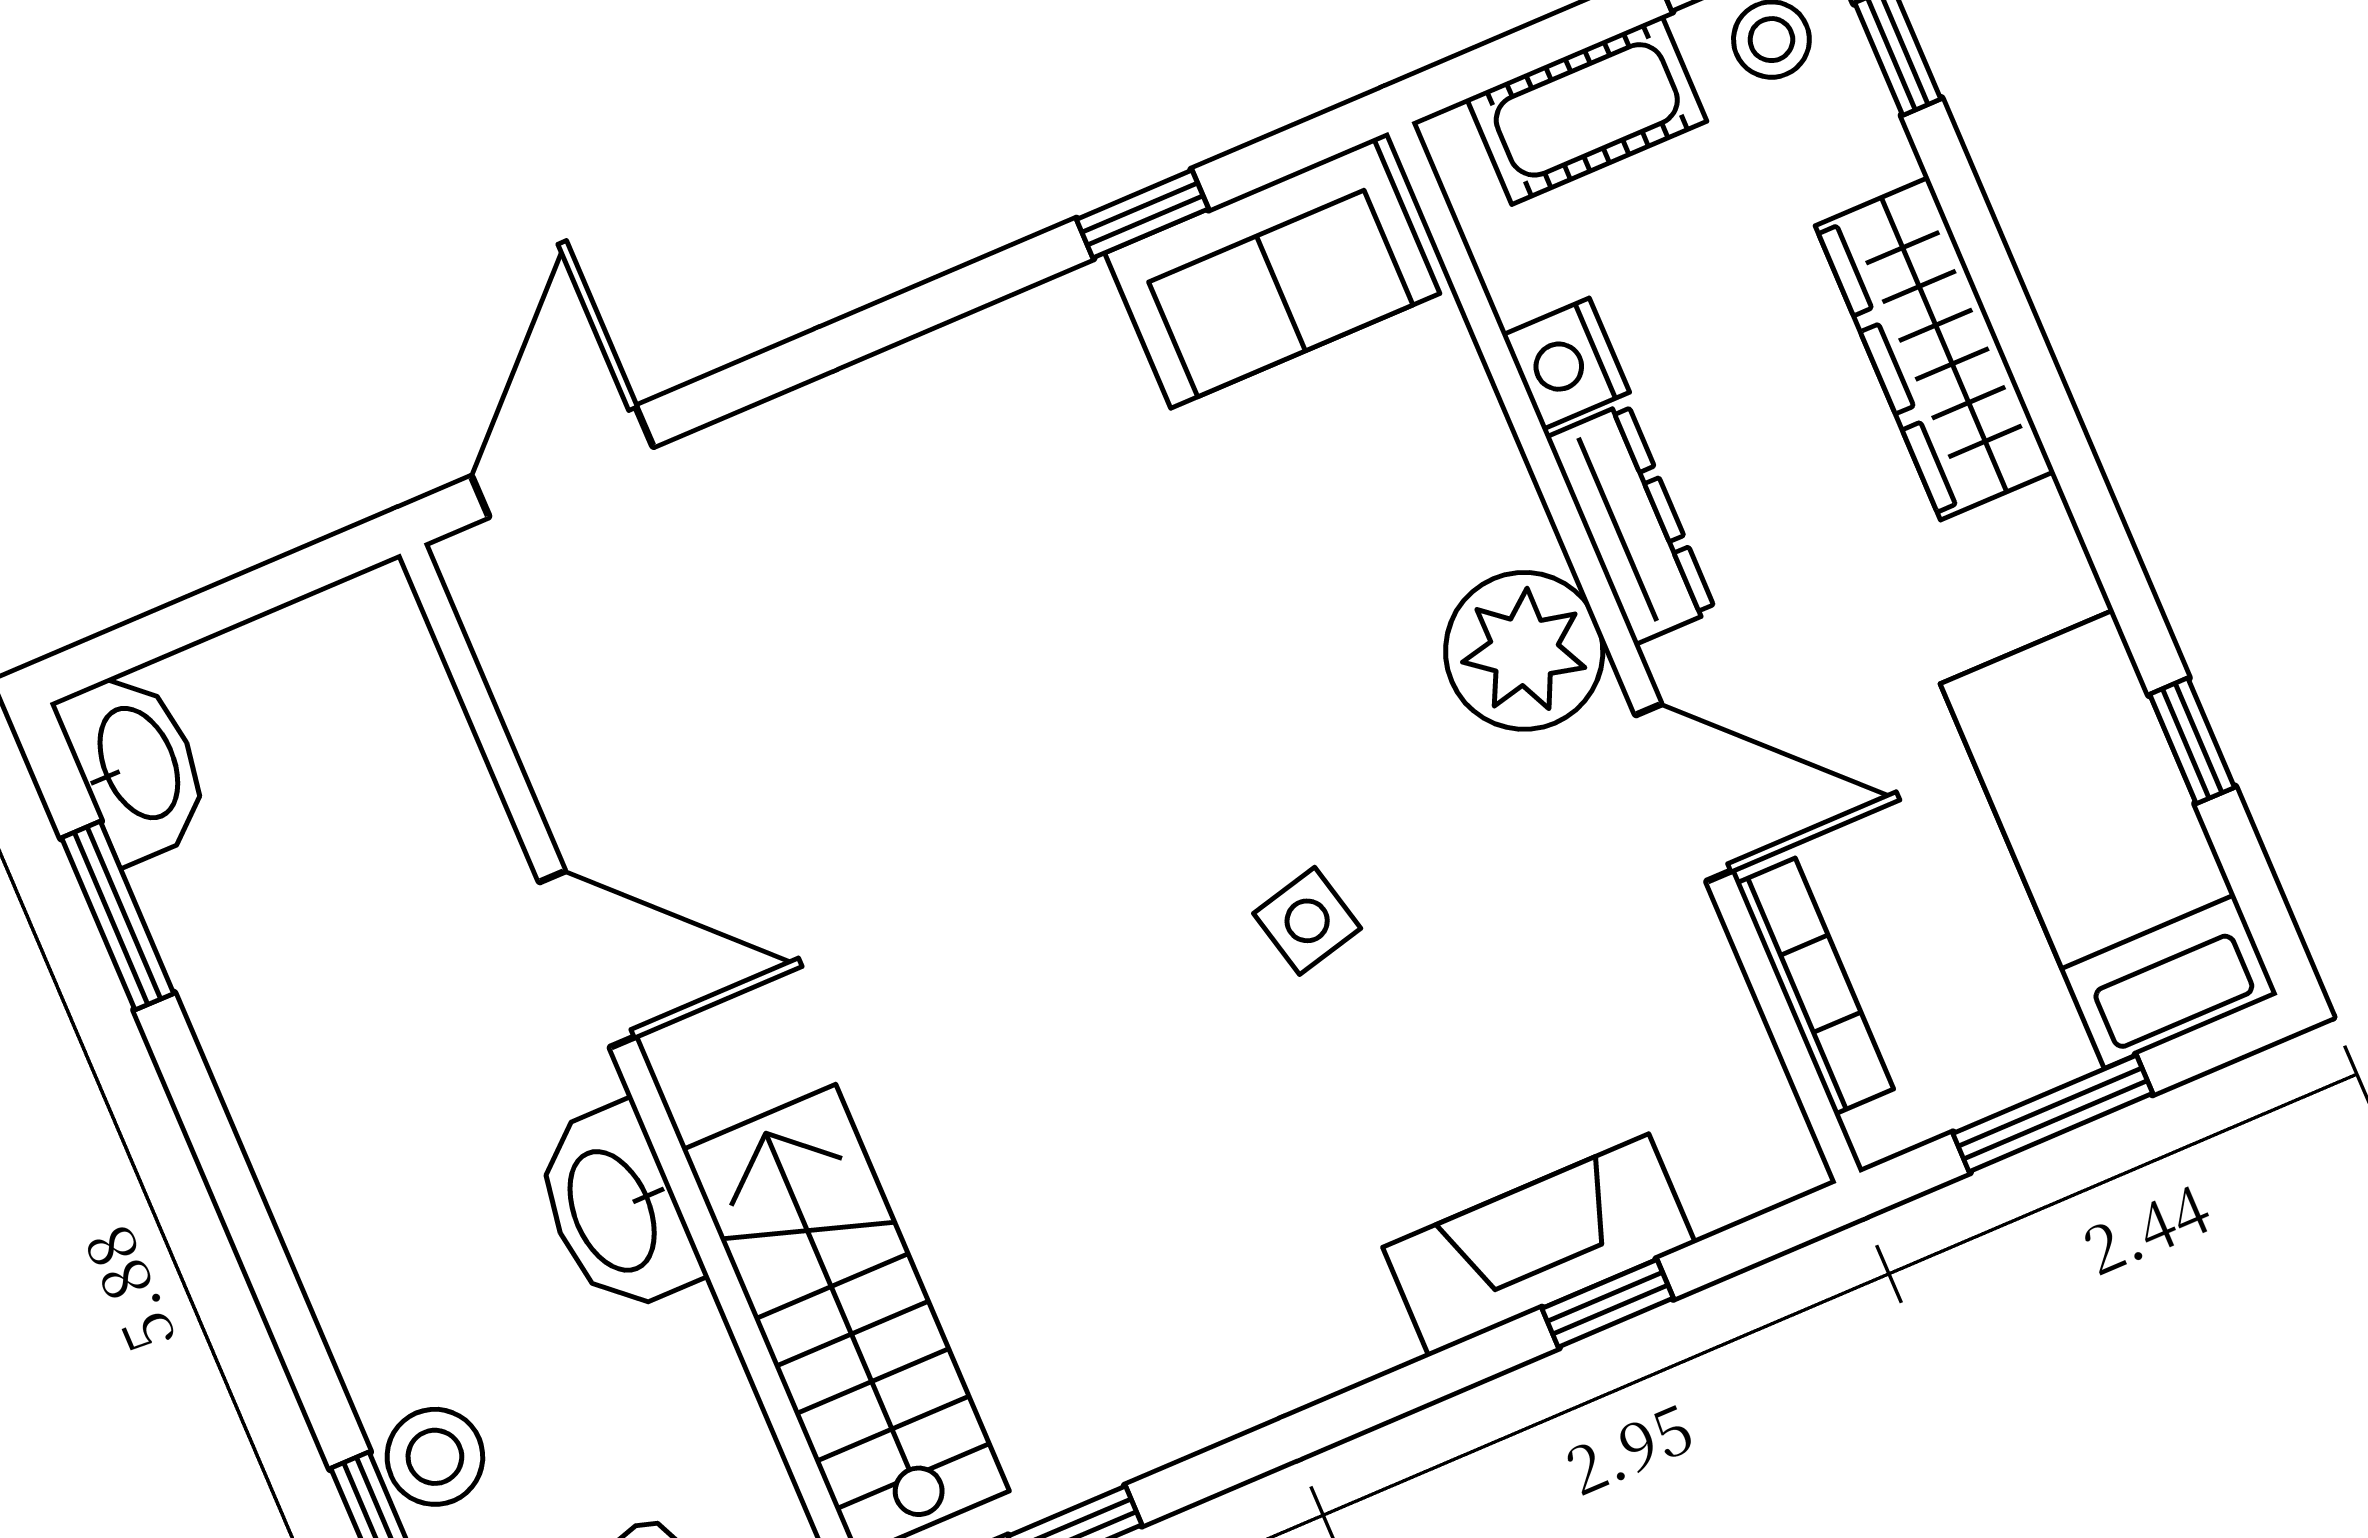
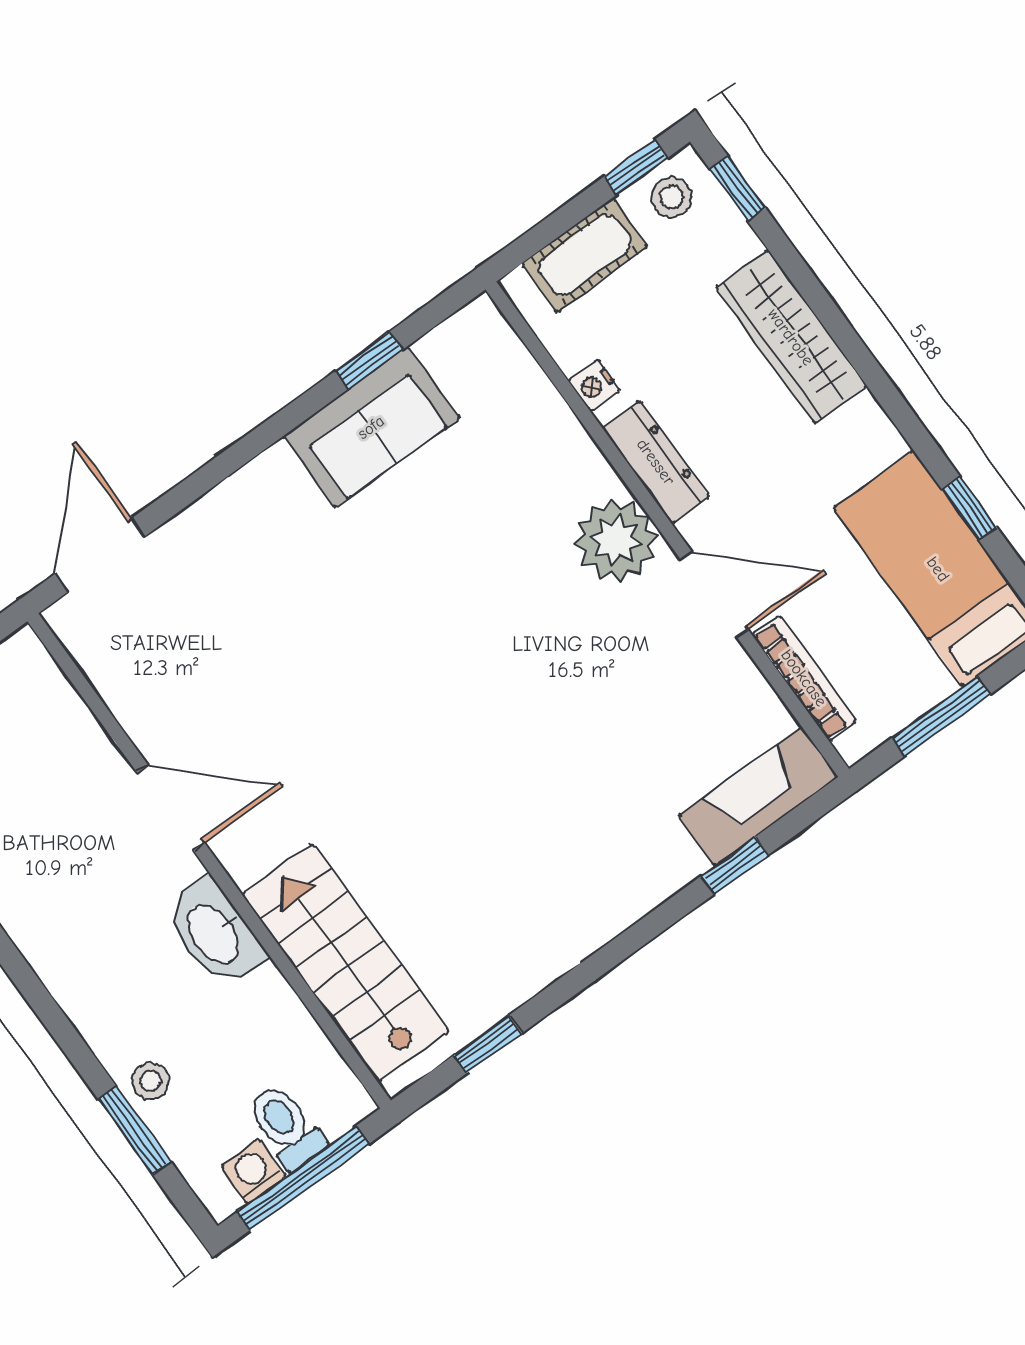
sofa: (1272, 273) -> (371, 427), moved
nightstand: (1566, 364) -> (594, 385), width x0.72, depth x0.74
side table: (1307, 921) -> (536, 704), removed
fireplace: (1539, 1245) -> (758, 796), moved
stool: (435, 1457) -> (151, 1081), width x0.73, depth x0.73

